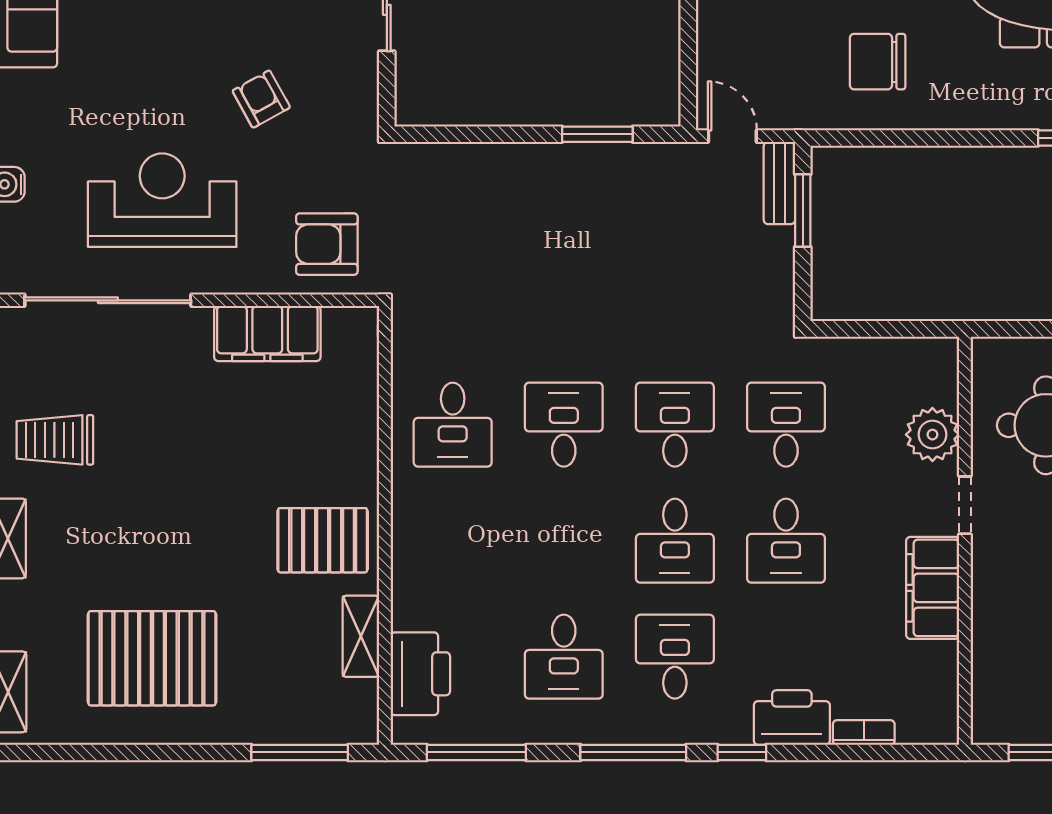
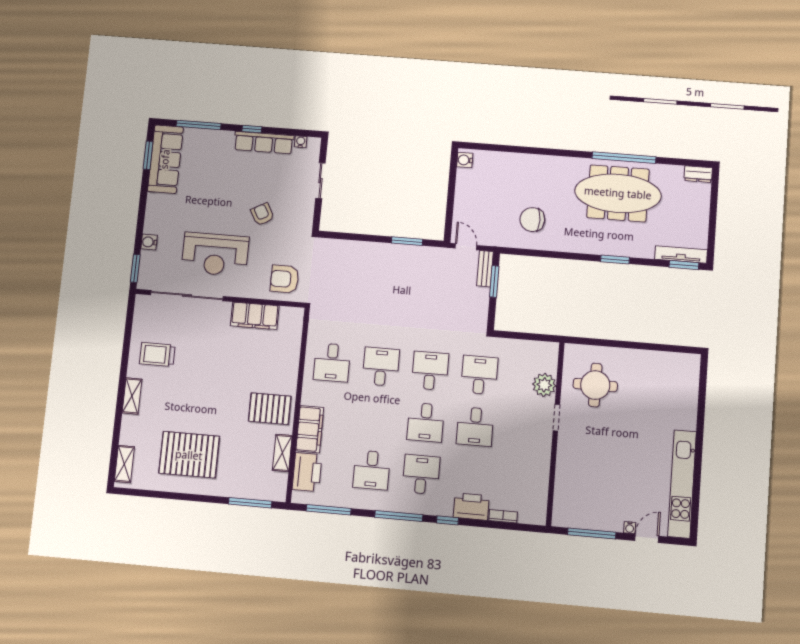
reception desk: (162, 200) -> (215, 254), turned 180
filing cabinet: (933, 588) -> (310, 429), moved, turned 180

